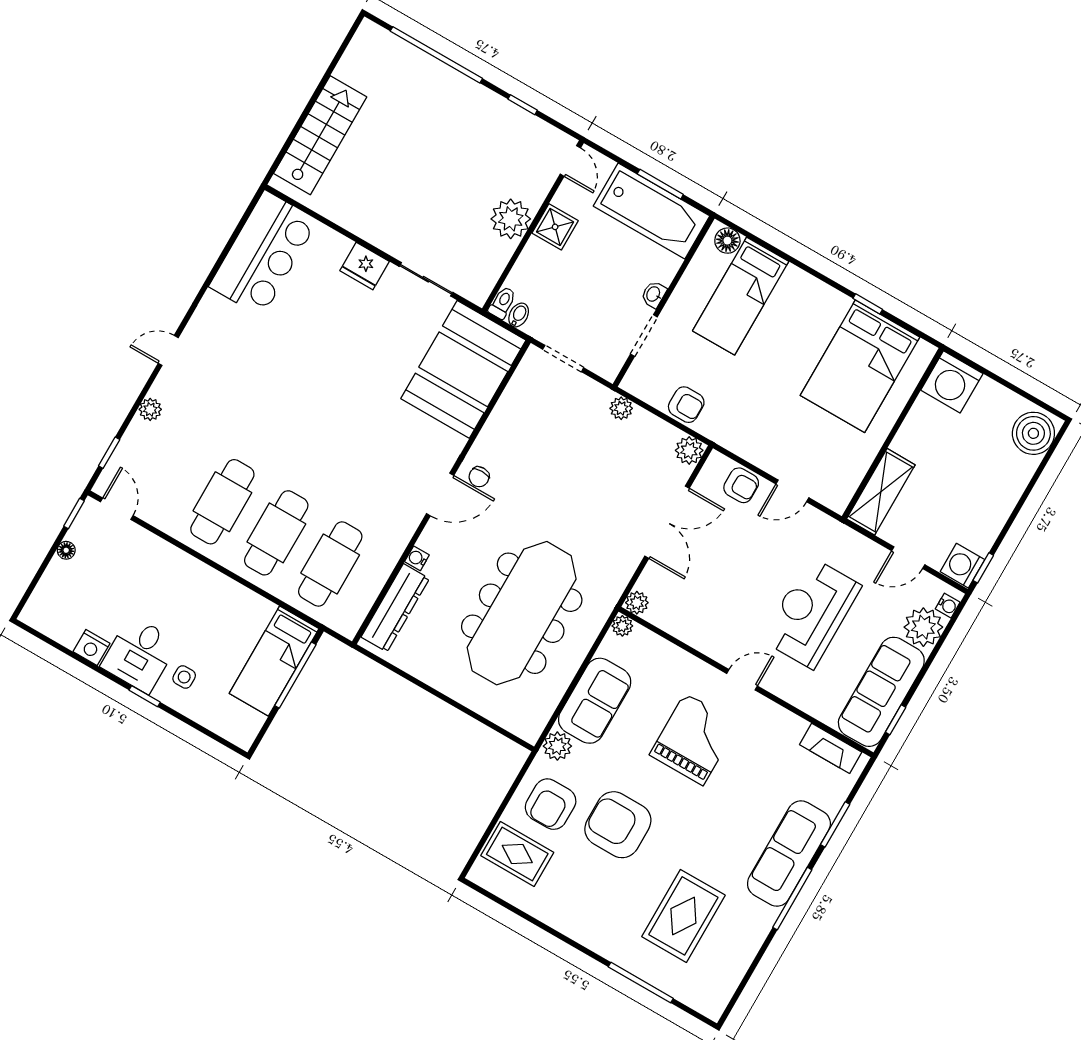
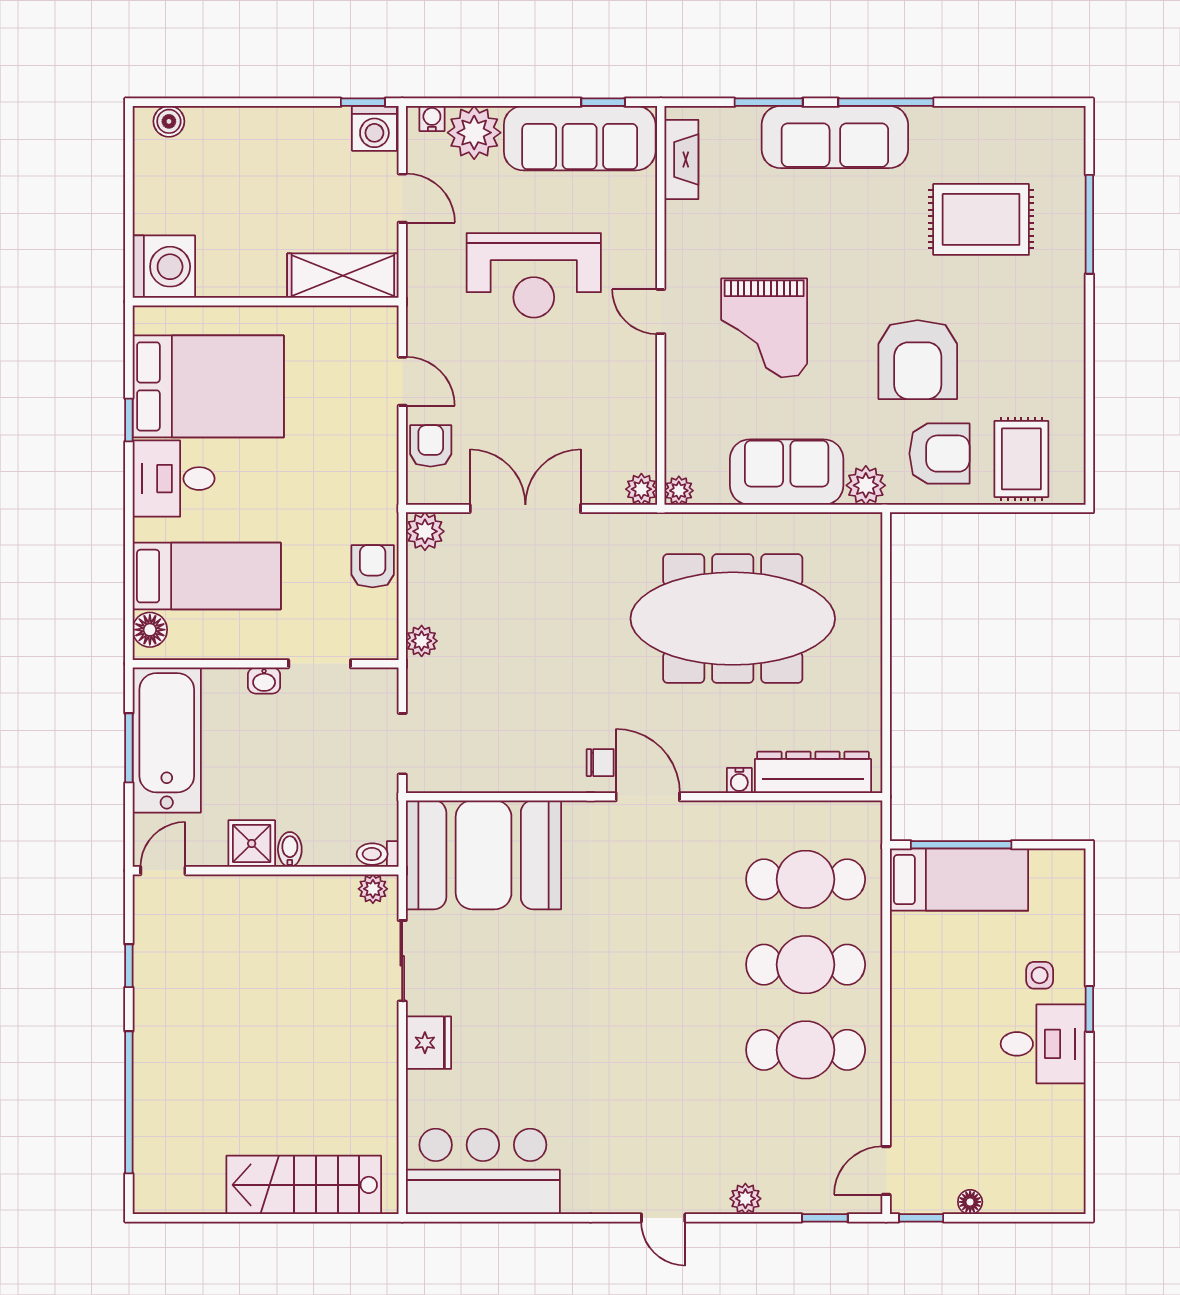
plant: (511, 219) -> (373, 889), moved, width x0.53, depth x0.53
desk: (814, 311) -> (174, 479), added
bidet: (519, 315) -> (290, 849), moved, turned 90
boiler: (1033, 433) -> (169, 121), width x0.54, depth x0.54
nightstand: (91, 647) -> (1068, 1105), removed
grand piano: (694, 739) -> (764, 328), turned -90

